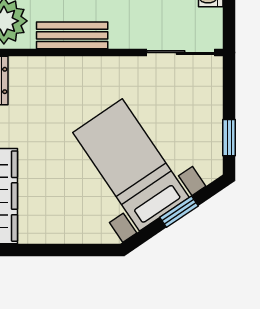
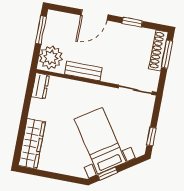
window: (179, 212) -> (107, 174), moved

